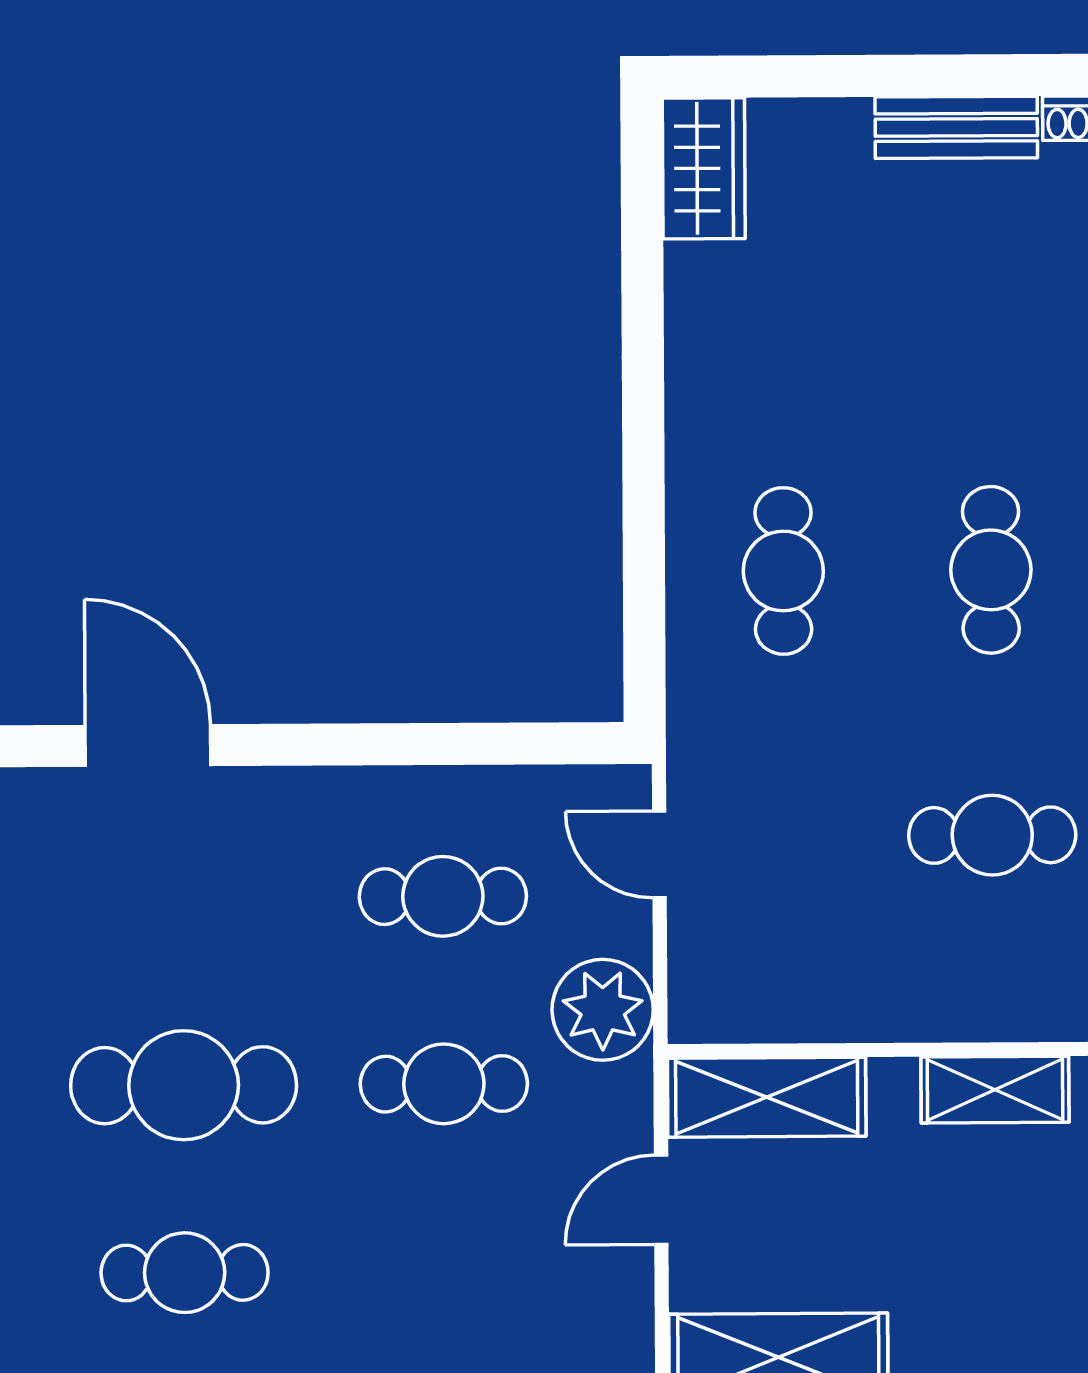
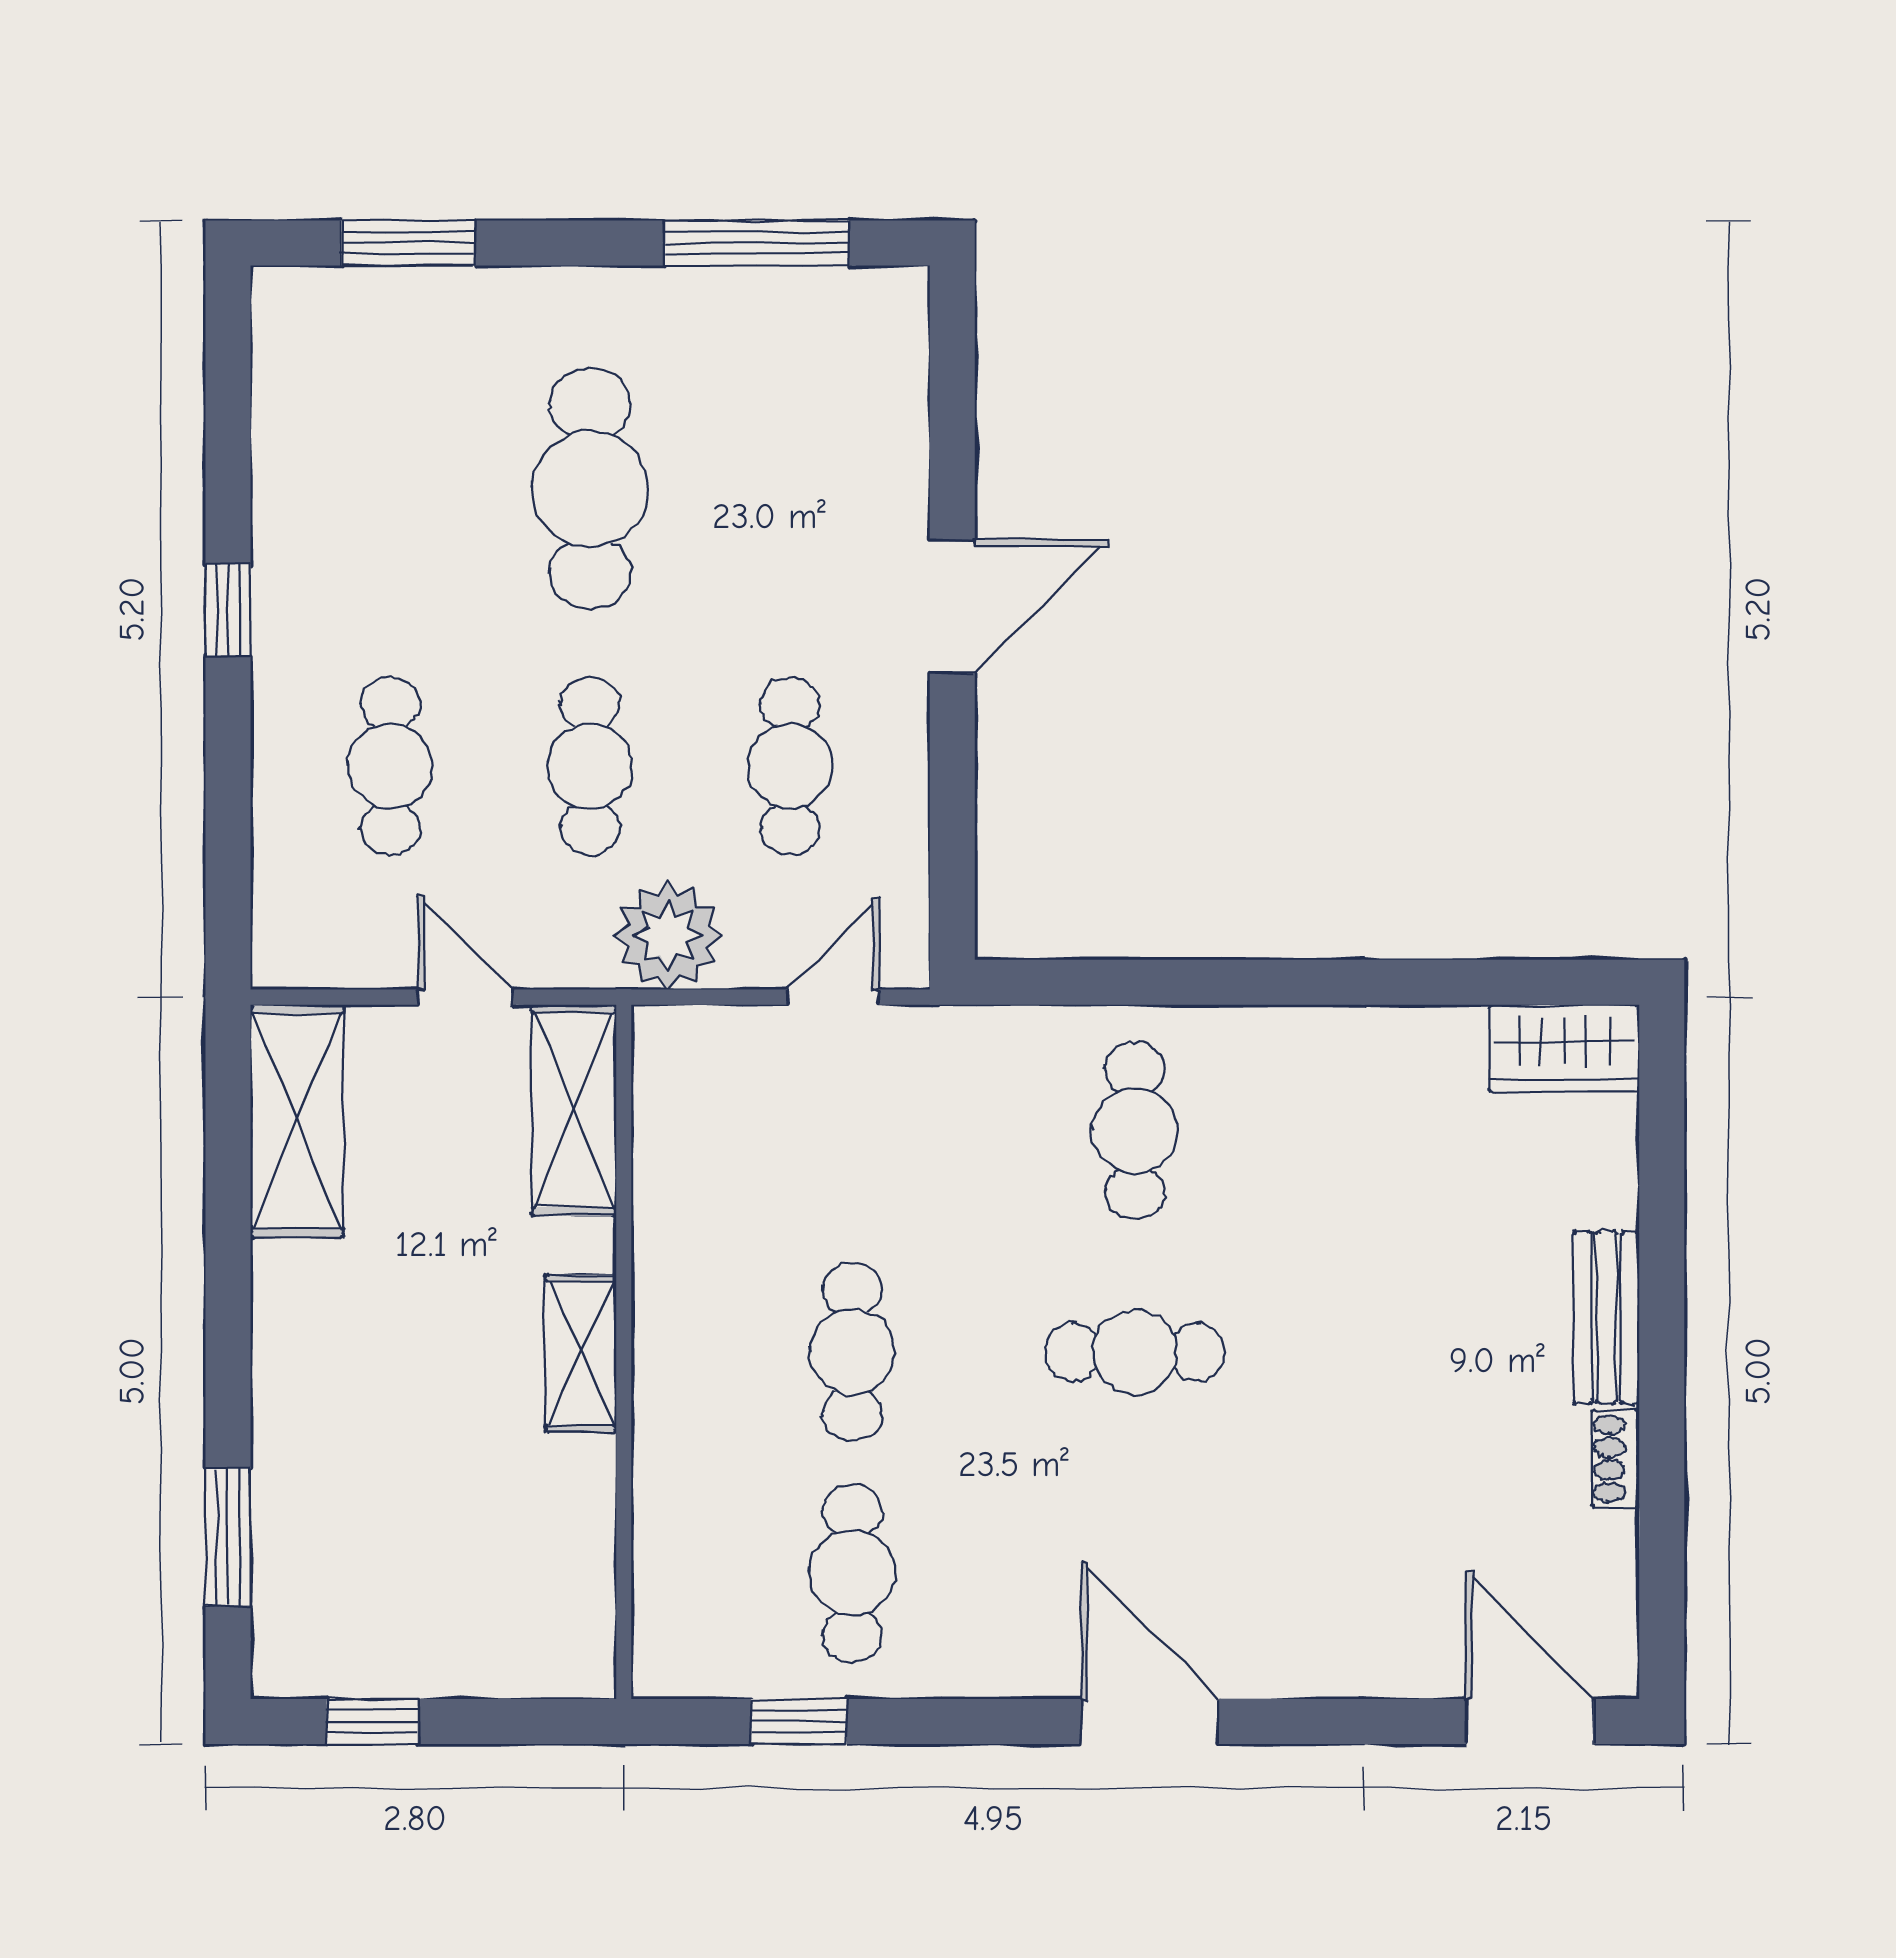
cafe table: (783, 571) -> (1135, 1131), turned 90
door: (148, 745) -> (952, 606), moved
cafe table: (185, 1273) -> (390, 766), moved

